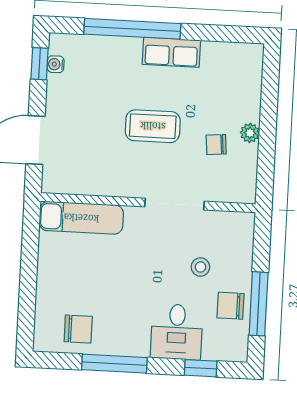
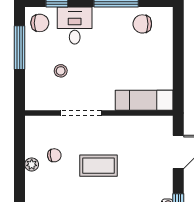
chair: (230, 306) -> (40, 23), moved

